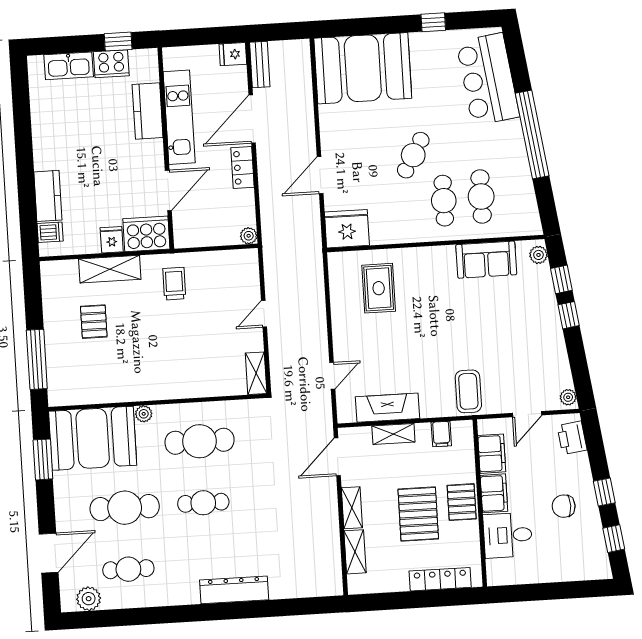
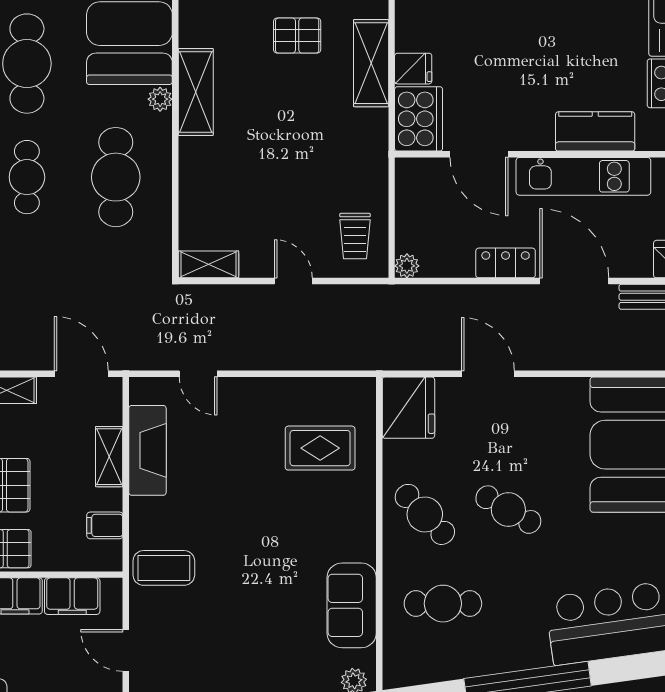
cafe table: (444, 201) -> (425, 514), moved, turned 46
trolley: (174, 284) -> (355, 236), moved, turned 90
shelving: (137, 389) -> (196, 92), added

